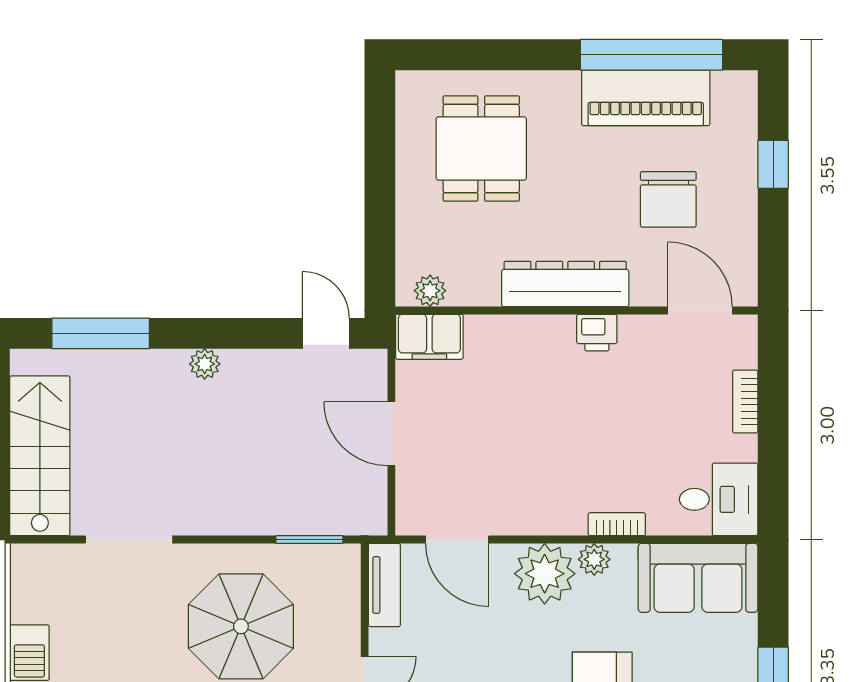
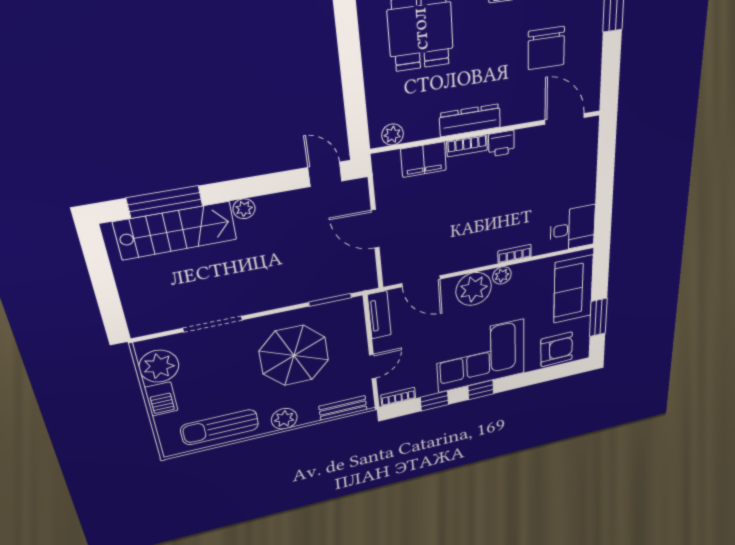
dresser: (565, 284) -> (470, 120), width x0.73, depth x0.80
filing cabinet: (429, 337) -> (424, 160), moved
bookcase: (745, 402) -> (467, 146), moved, turned -90
stairs: (40, 456) -> (176, 231), moved, turned 90
sofa: (698, 578) -> (573, 289), moved, turned 90
plant: (38, 593) -> (159, 366), added

